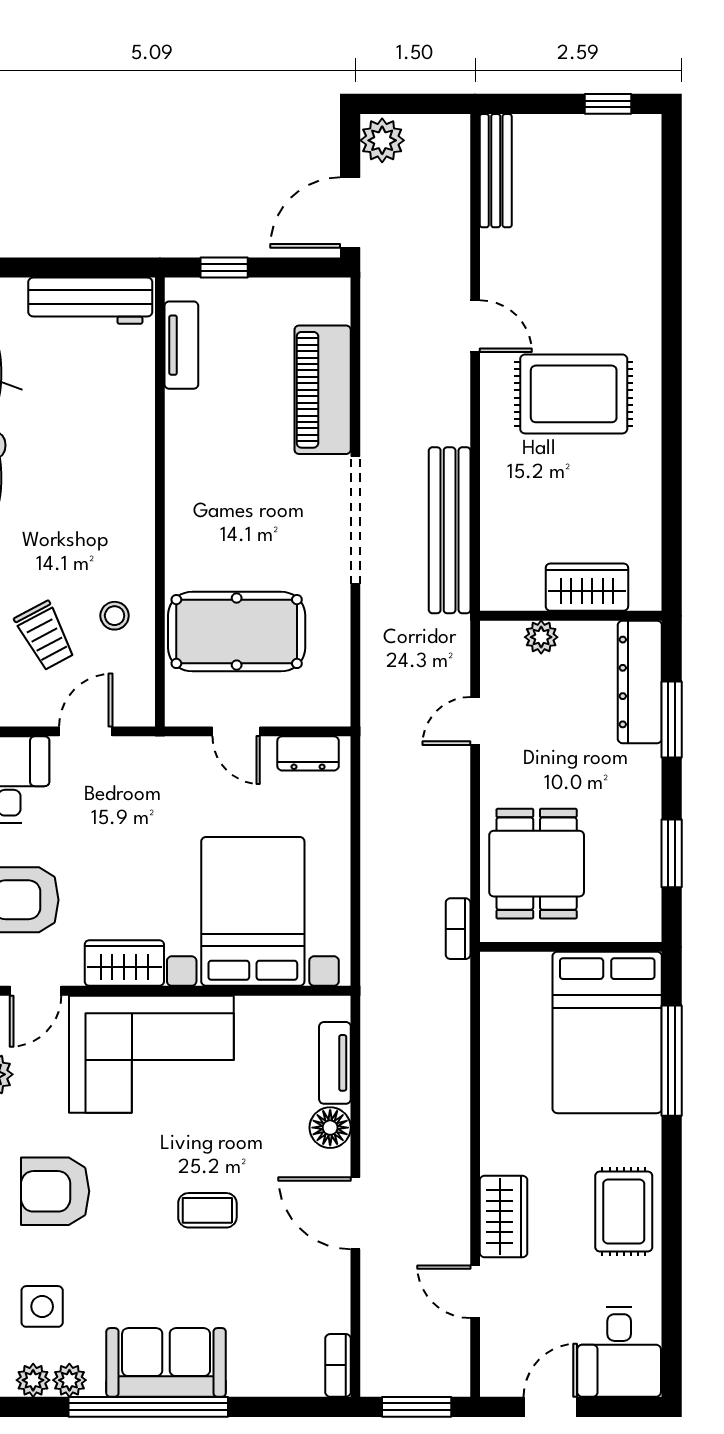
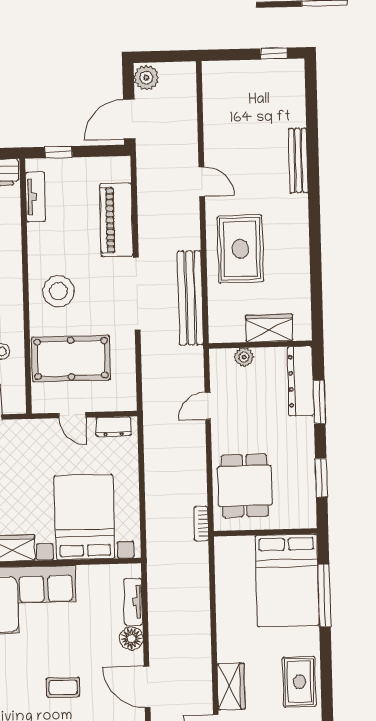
bench: (496, 171) -> (298, 161), moved
rug: (574, 394) -> (240, 249), moved, turned 90
stool: (218, 513) -> (59, 291), added

